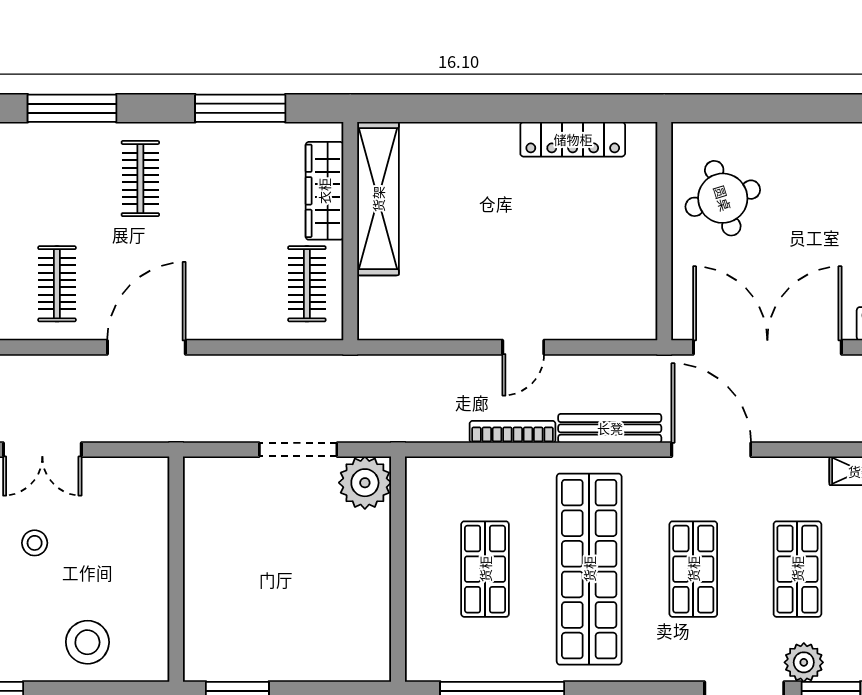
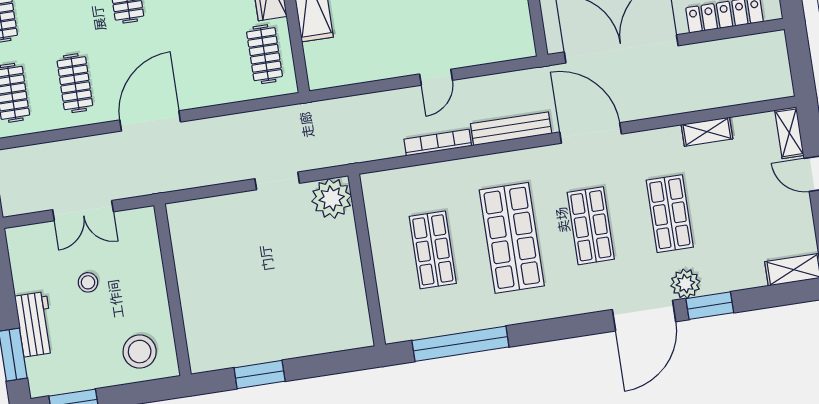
doorway: (298, 450) -> (277, 181), width x0.73
wall: (176, 569) -> (173, 290), moved
shop shelf: (589, 569) -> (512, 238), width x0.71

